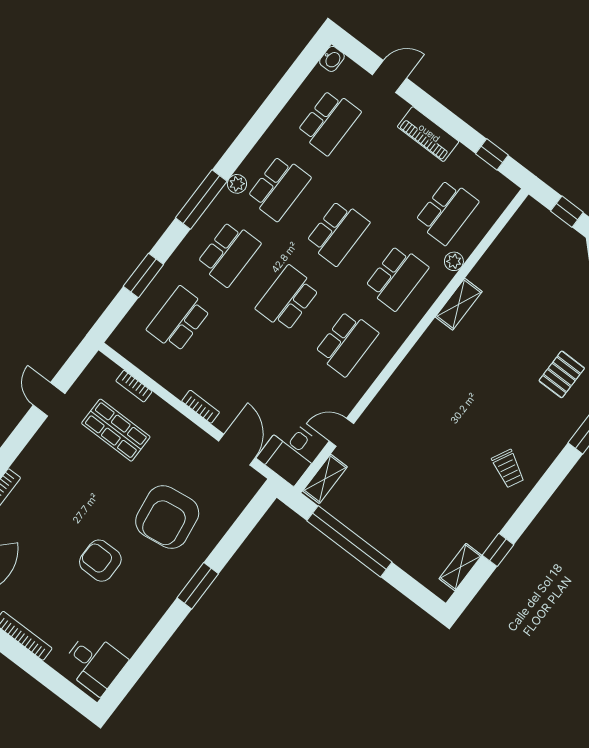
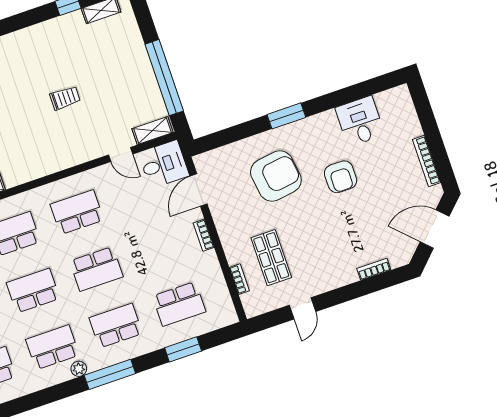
trolley: (508, 469) -> (65, 98), moved, turned 63
desk: (94, 663) -> (360, 121), moved

